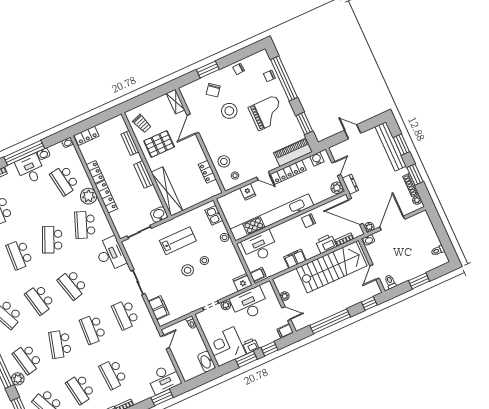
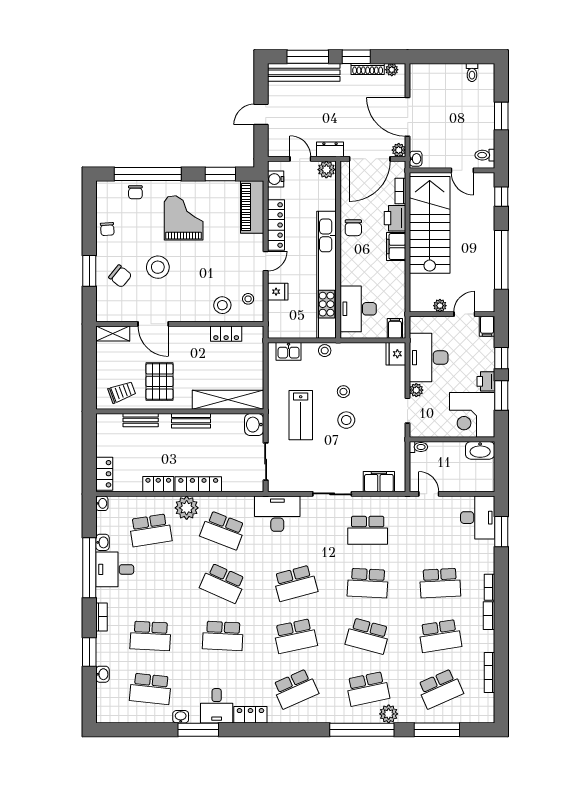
window: (401, 145) -> (308, 57), width x1.44
lab bench: (178, 241) -> (301, 415), turned 180
filing cabinet: (295, 259) -> (396, 247), moved

